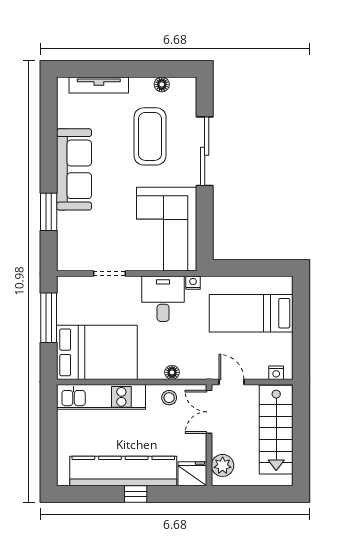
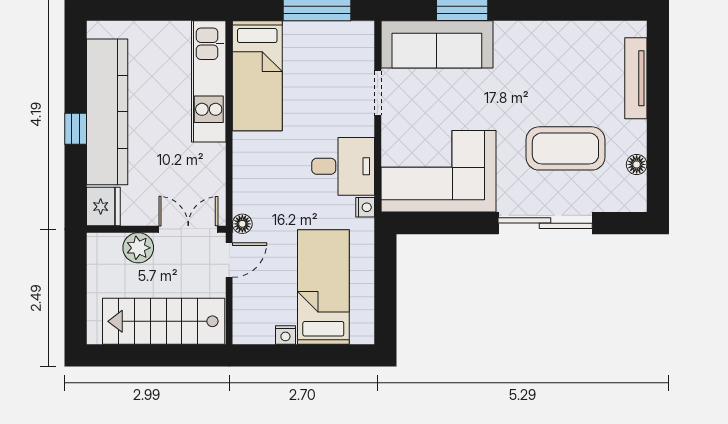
sofa: (74, 169) -> (437, 44), moved
bed: (97, 352) -> (257, 76), width x0.67
floor lamp: (172, 372) -> (242, 224), moved
nightstand: (276, 373) -> (285, 335), moved, turned -90
stool: (169, 398) -> (208, 175), removed
plant: (223, 465) -> (138, 248), moved

